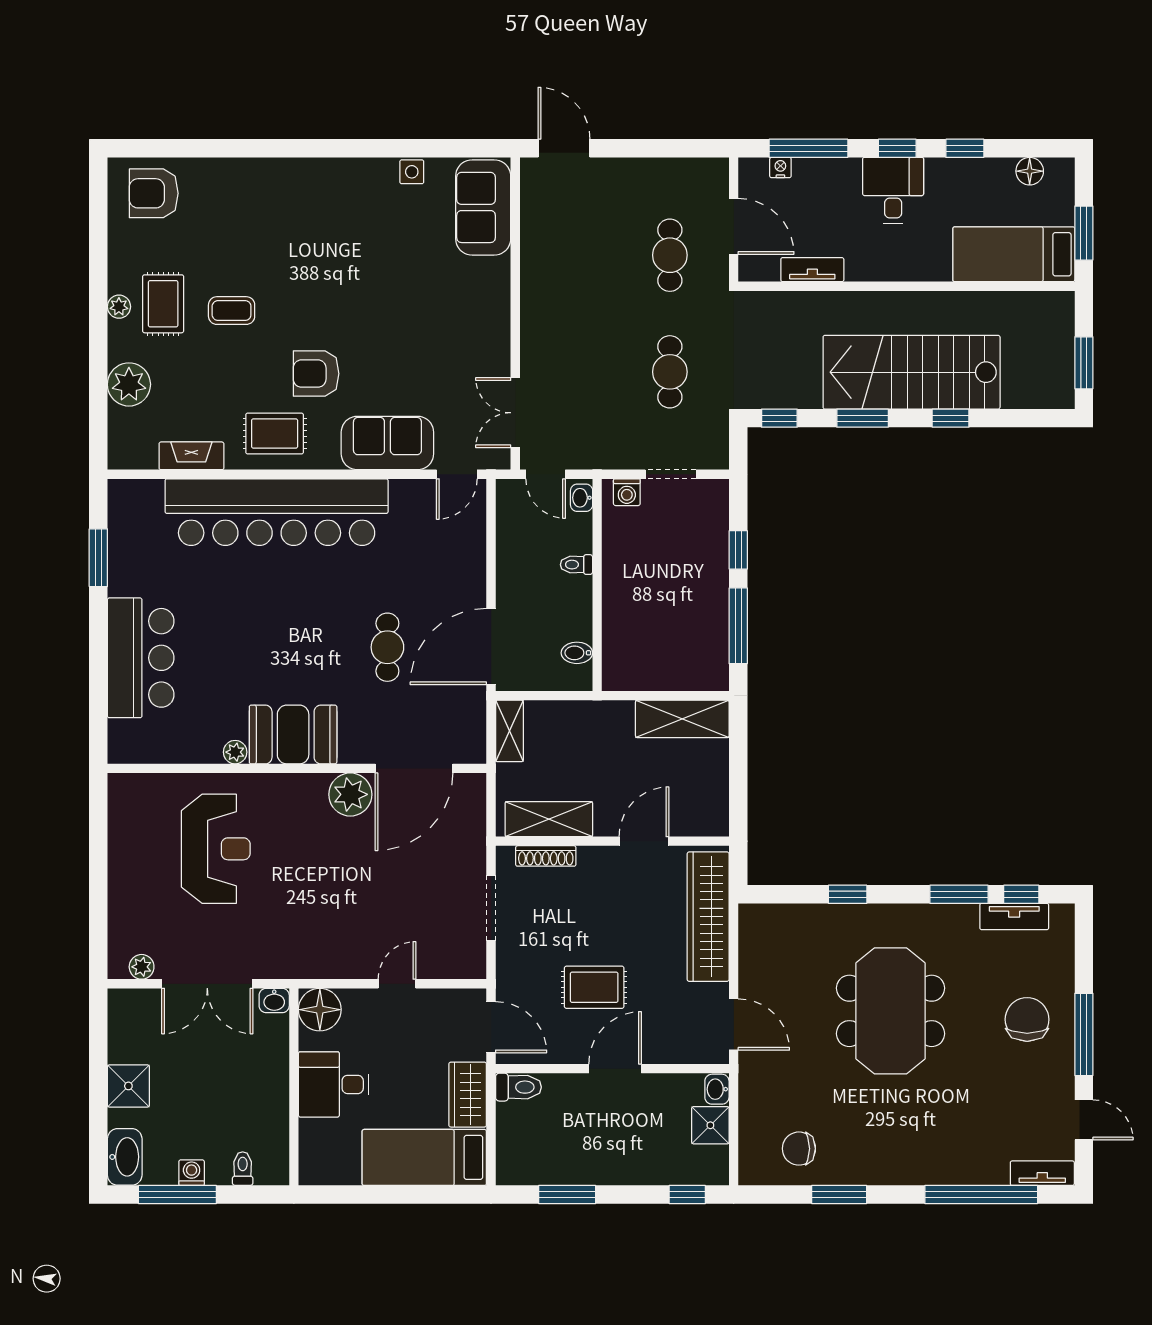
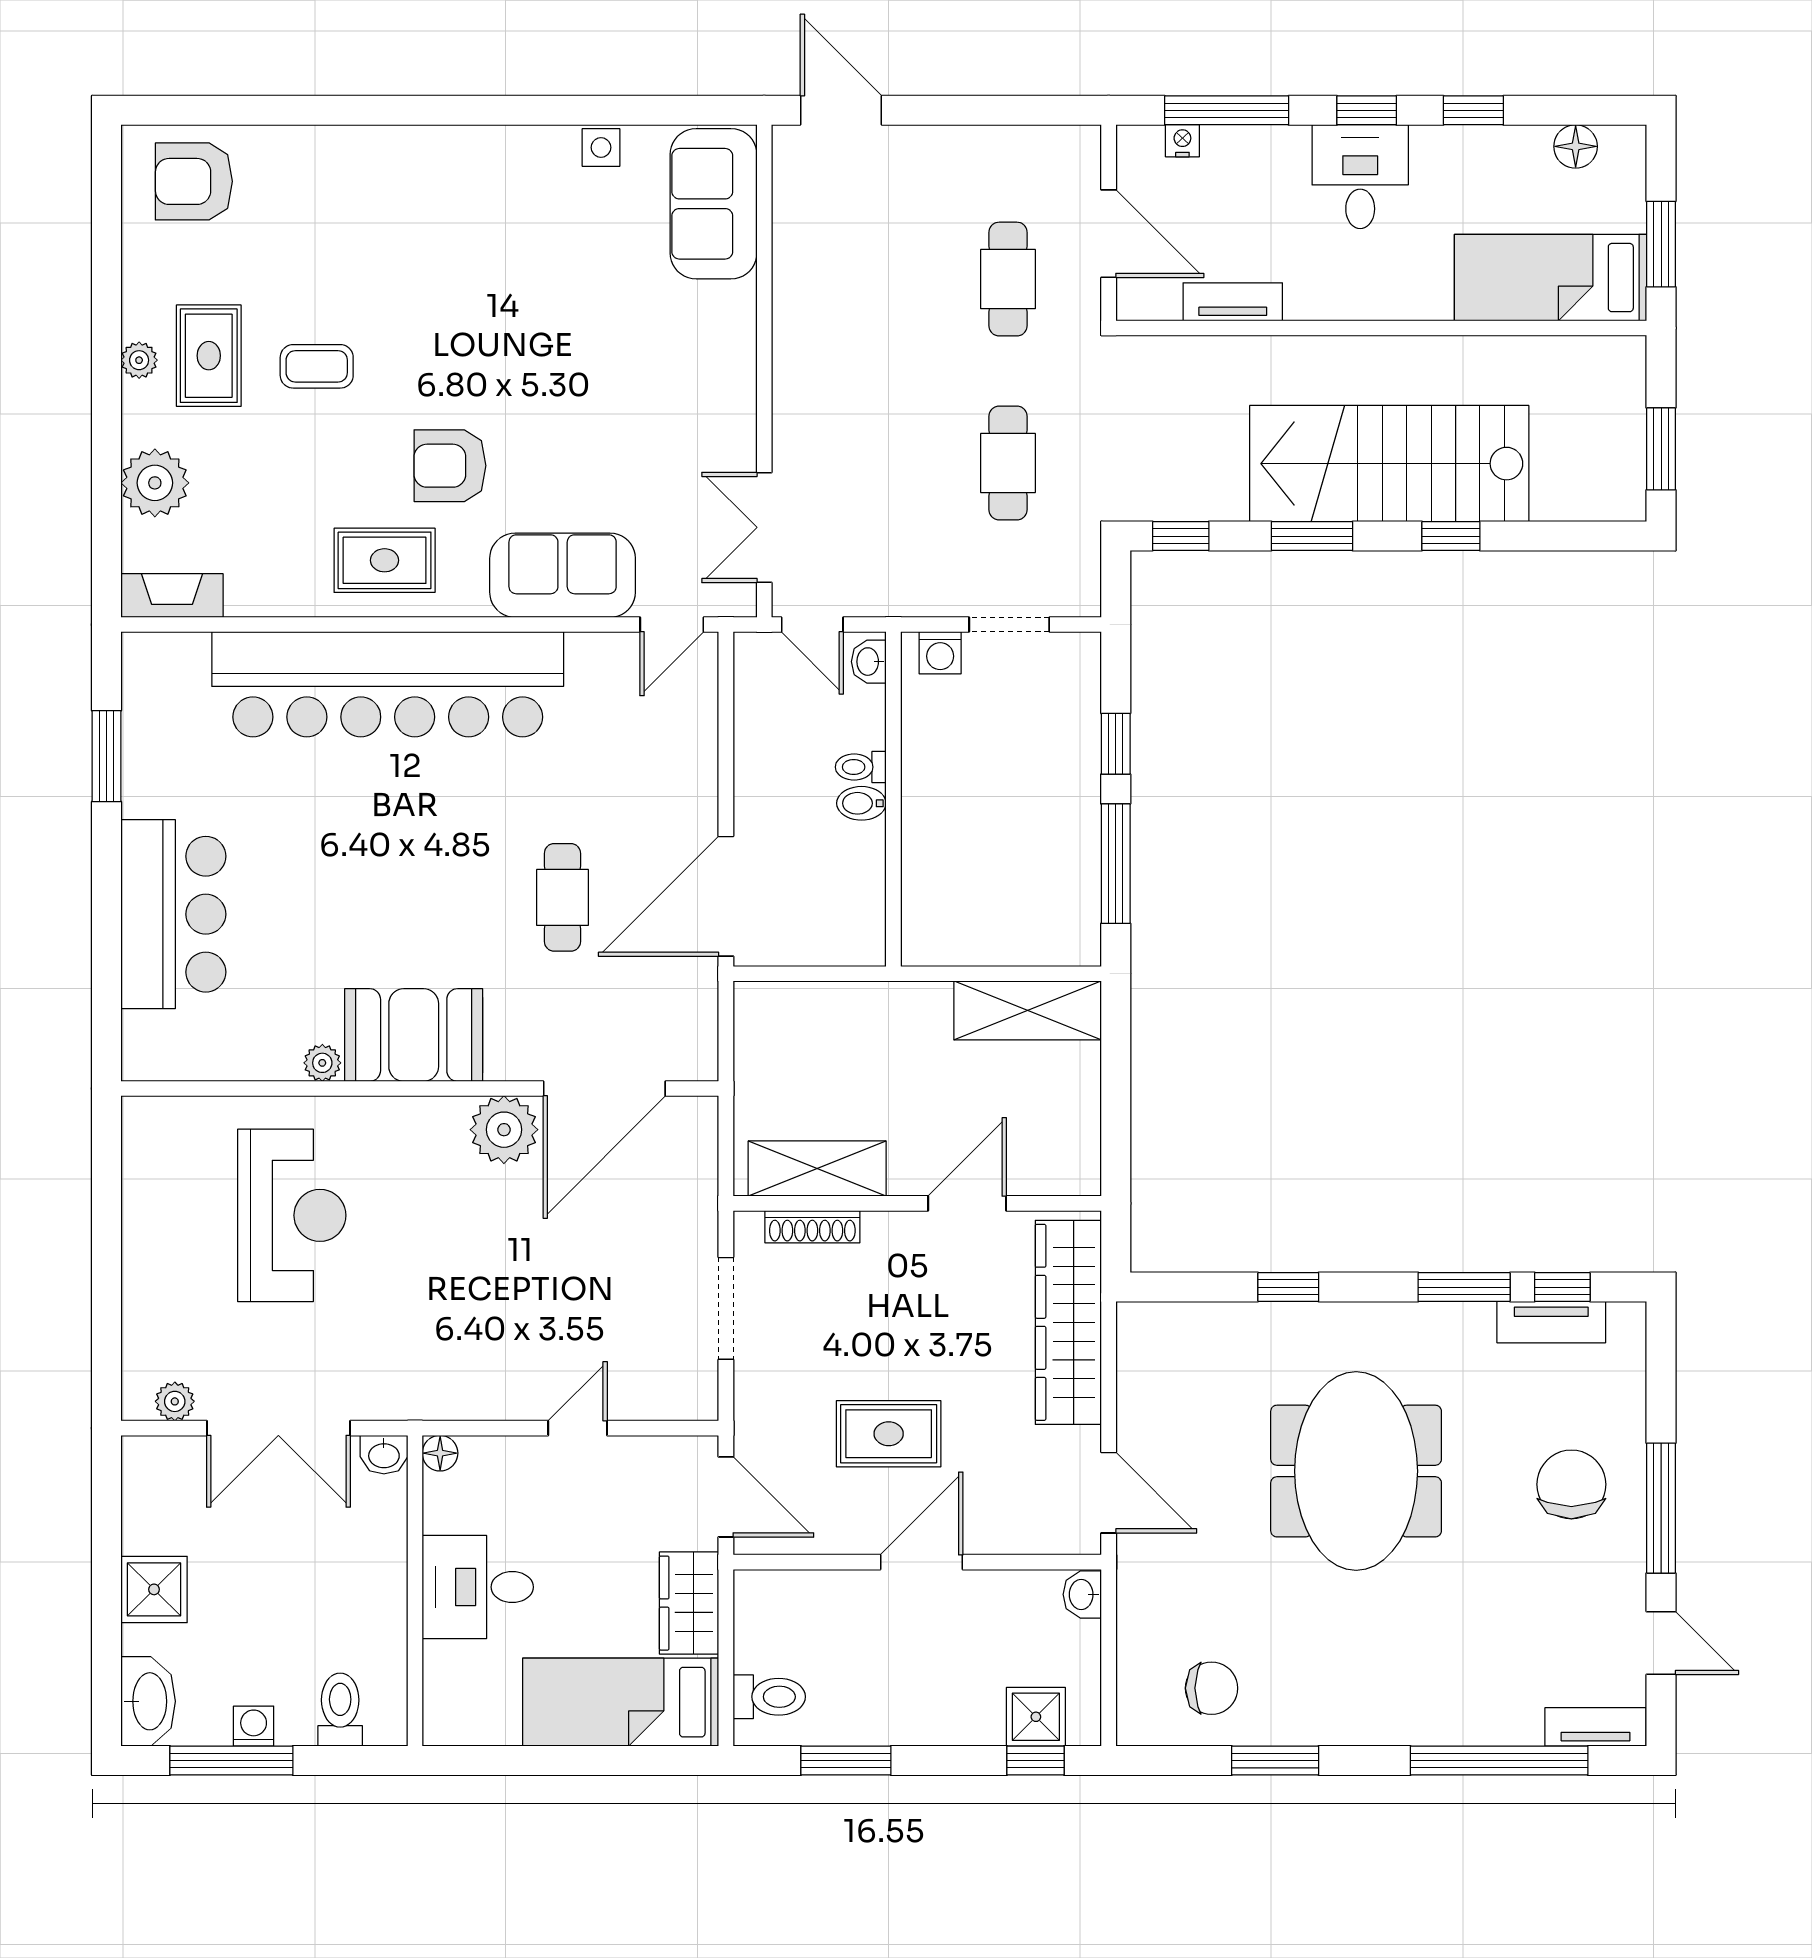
fireplace: (191, 456) -> (172, 596), moved
bidet: (577, 653) -> (861, 803), moved
shelving: (509, 731) -> (755, 1029), removed
floor lamp: (320, 1010) -> (440, 1453), width x0.53, depth x0.53
toilet: (518, 1087) -> (769, 1697), moved
shower: (710, 1125) -> (1036, 1717), moved
chair: (799, 1149) -> (1212, 1688), turned 180
toilet: (243, 1169) -> (340, 1710), width x1.37, depth x1.39

